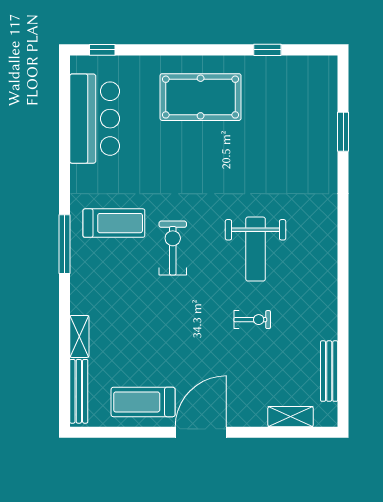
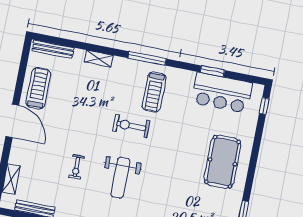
window: (64, 140) -> (212, 71), added
exercise bike: (173, 248) -> (131, 126), turned 180
weight bench: (256, 249) -> (120, 178), turned -90
shelving: (79, 336) -> (99, 59), moved

